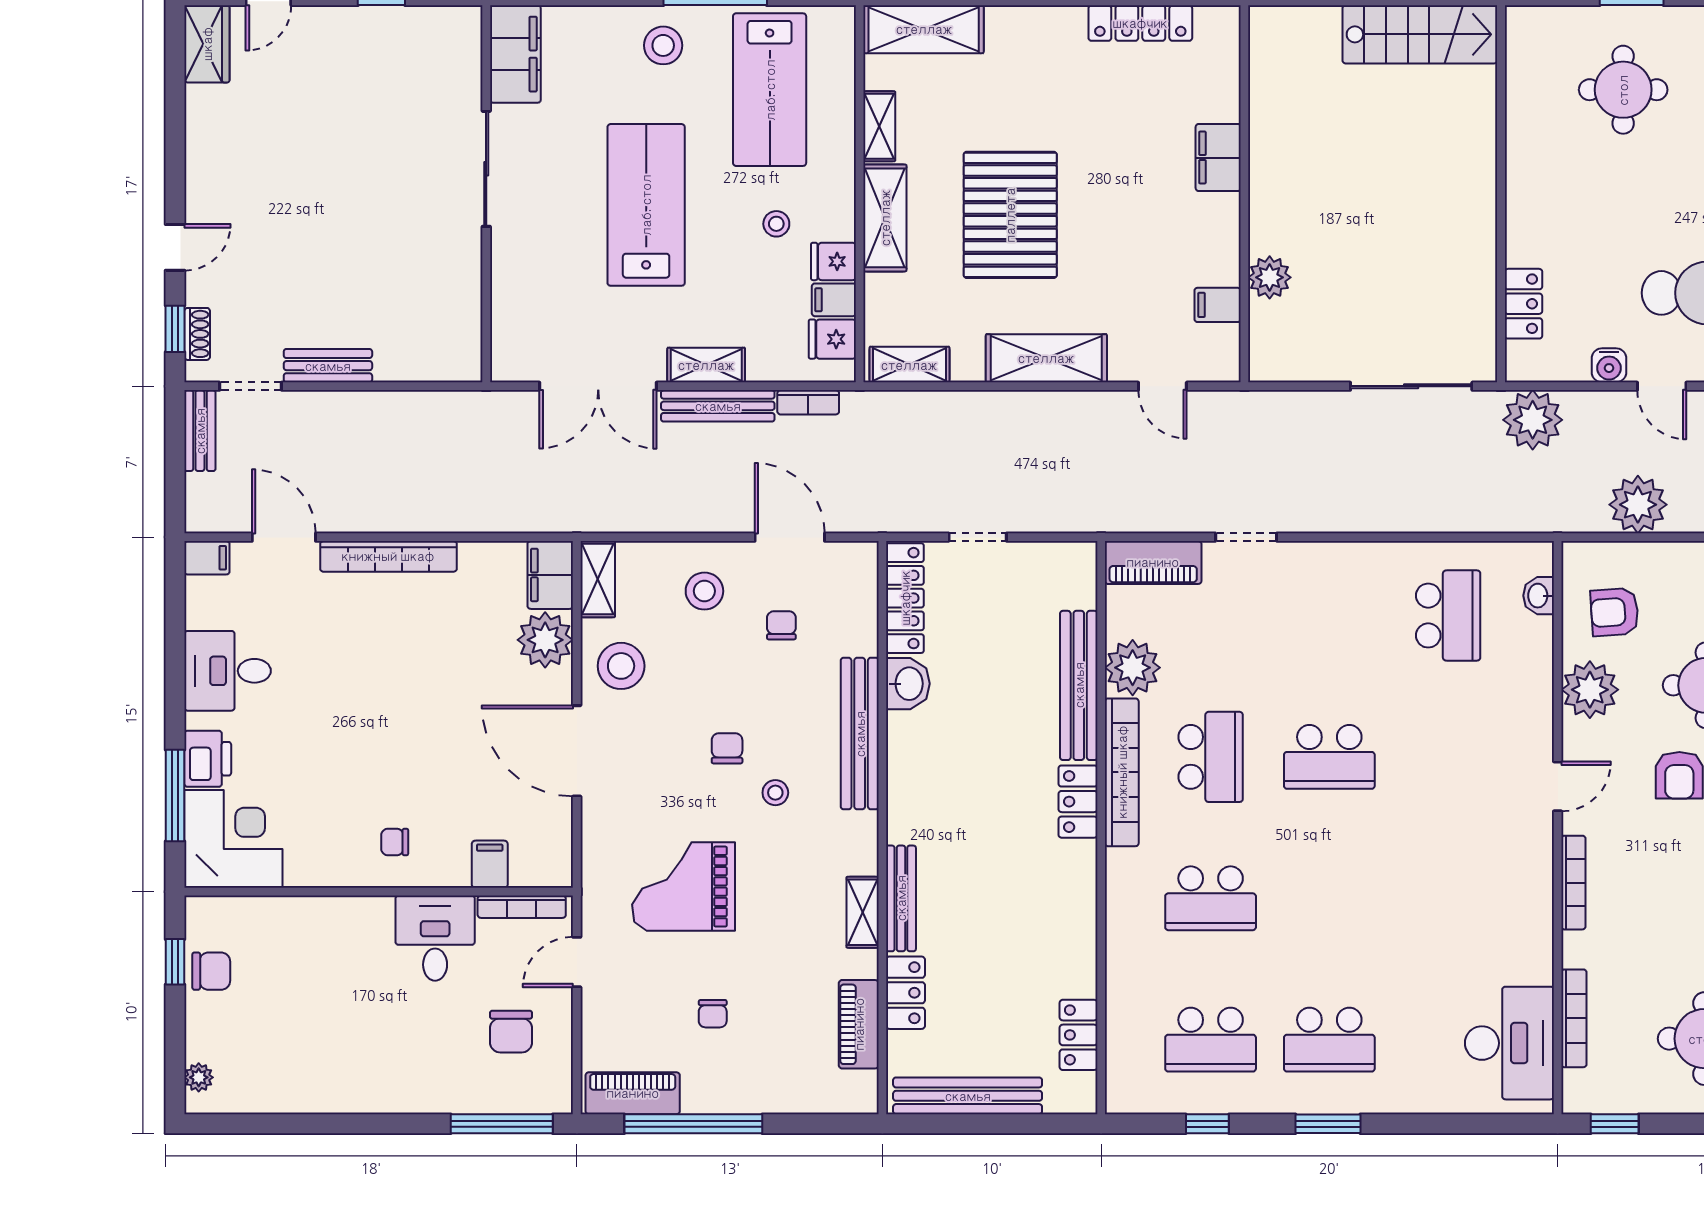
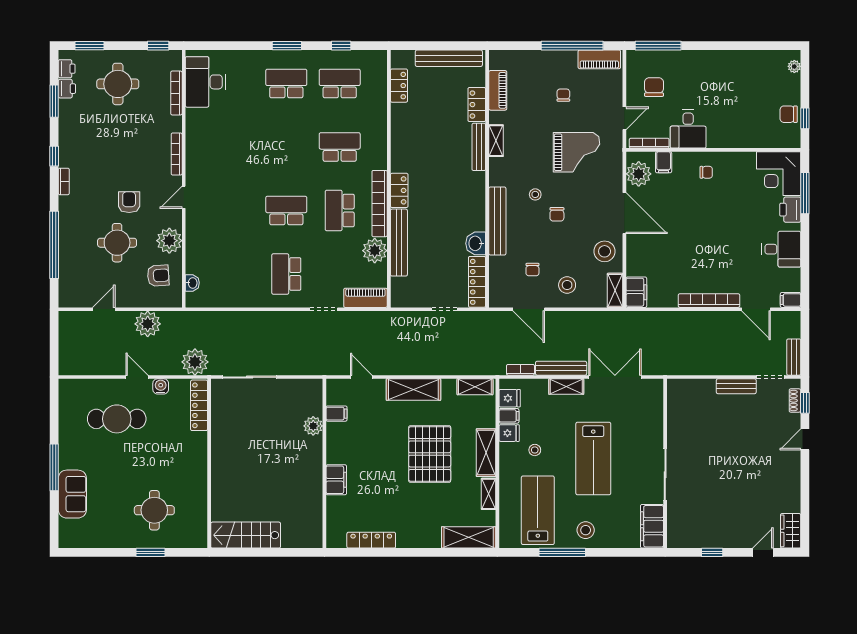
locker: (1523, 304) -> (199, 405), width x1.53
school desk: (1448, 616) -> (286, 274), moved
plant: (545, 640) -> (639, 174), moved

